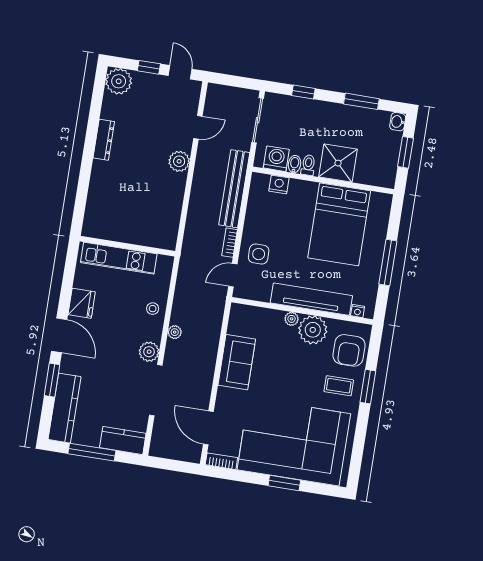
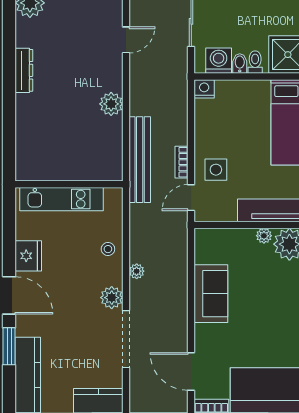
plant: (179, 161) -> (111, 104), moved
nightstand: (279, 184) -> (204, 89), moved
bench: (234, 189) -> (140, 160), moved

